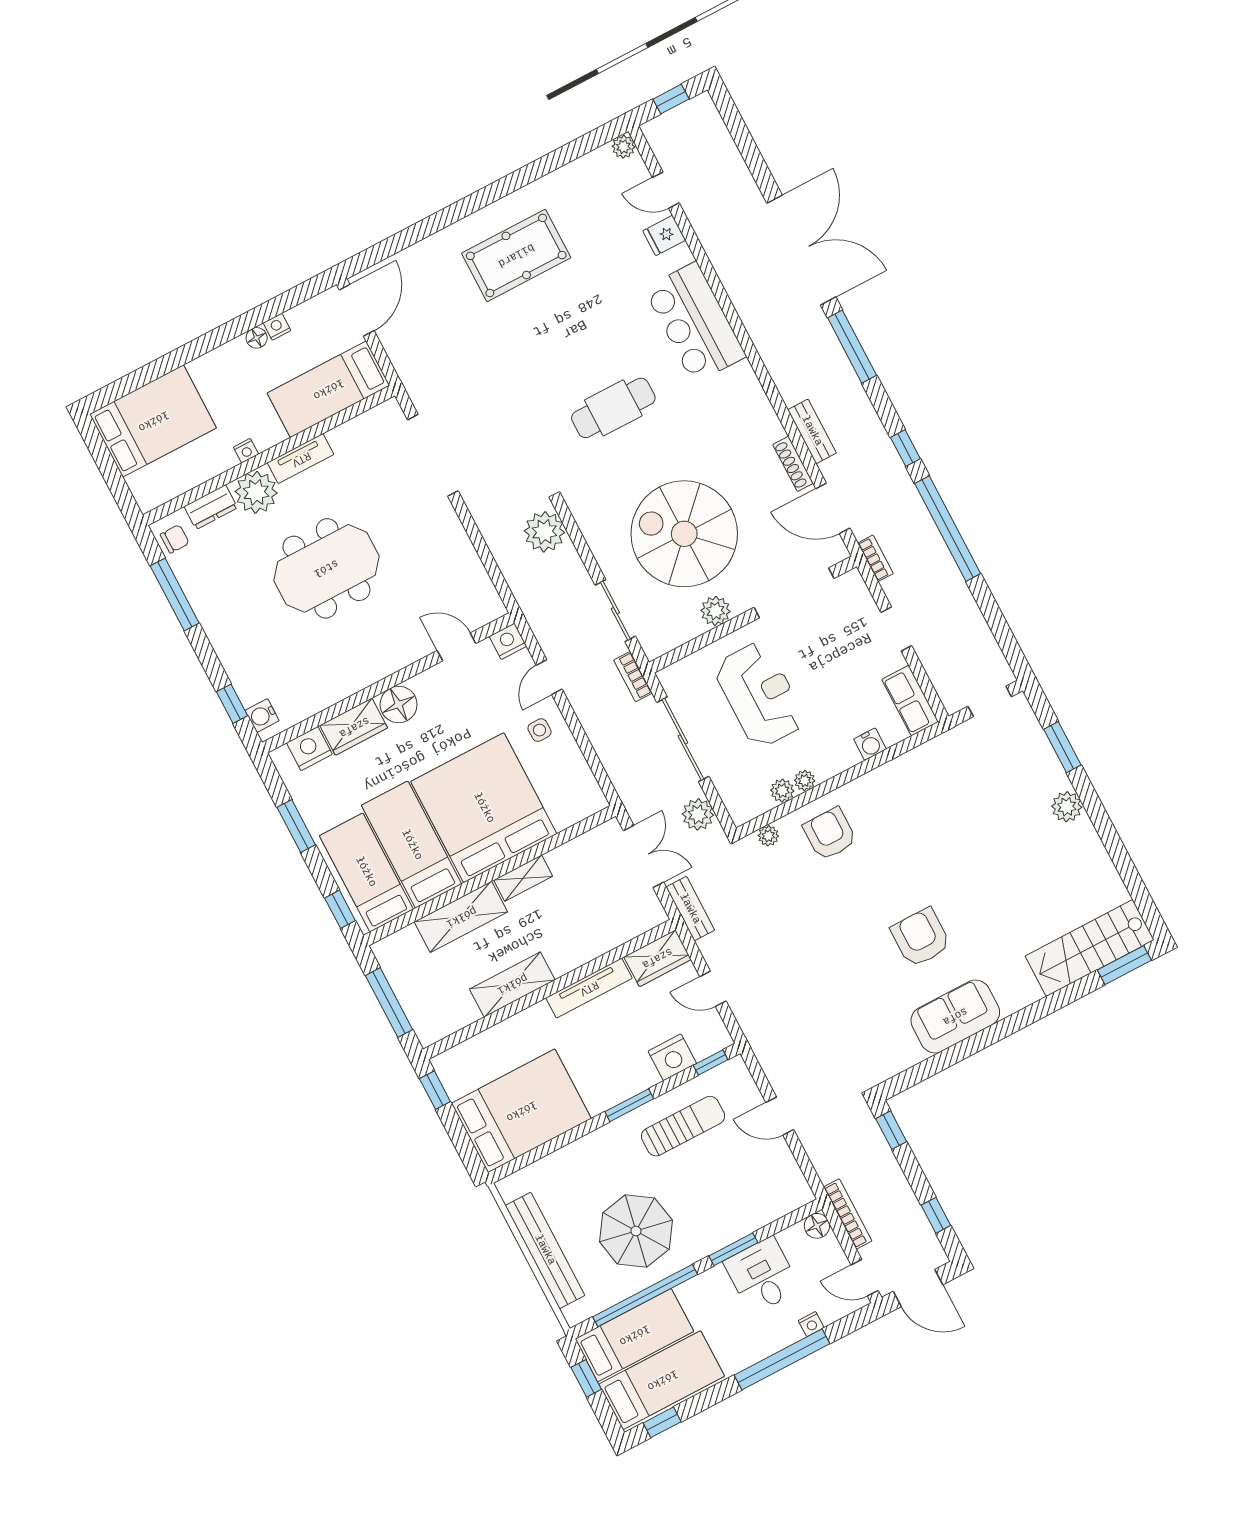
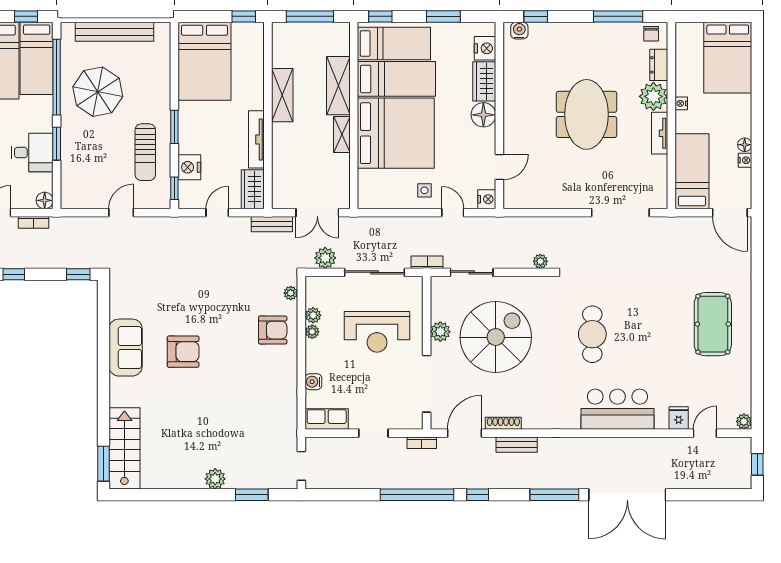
plant: (544, 532) -> (540, 261), width x0.53, depth x0.53
bookcase: (848, 1214) -> (34, 222), width x0.64

